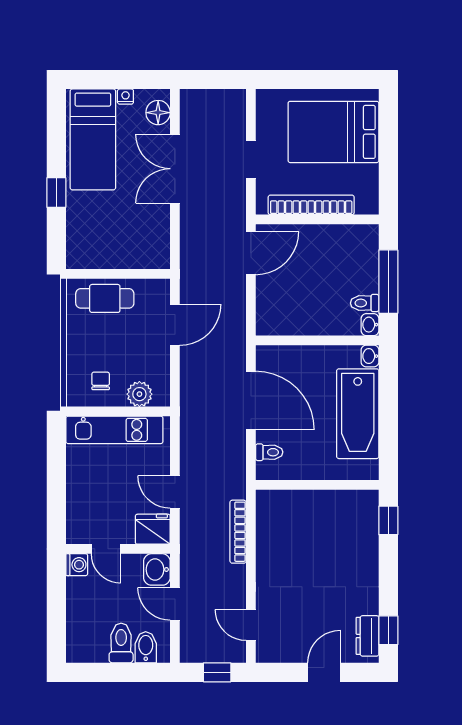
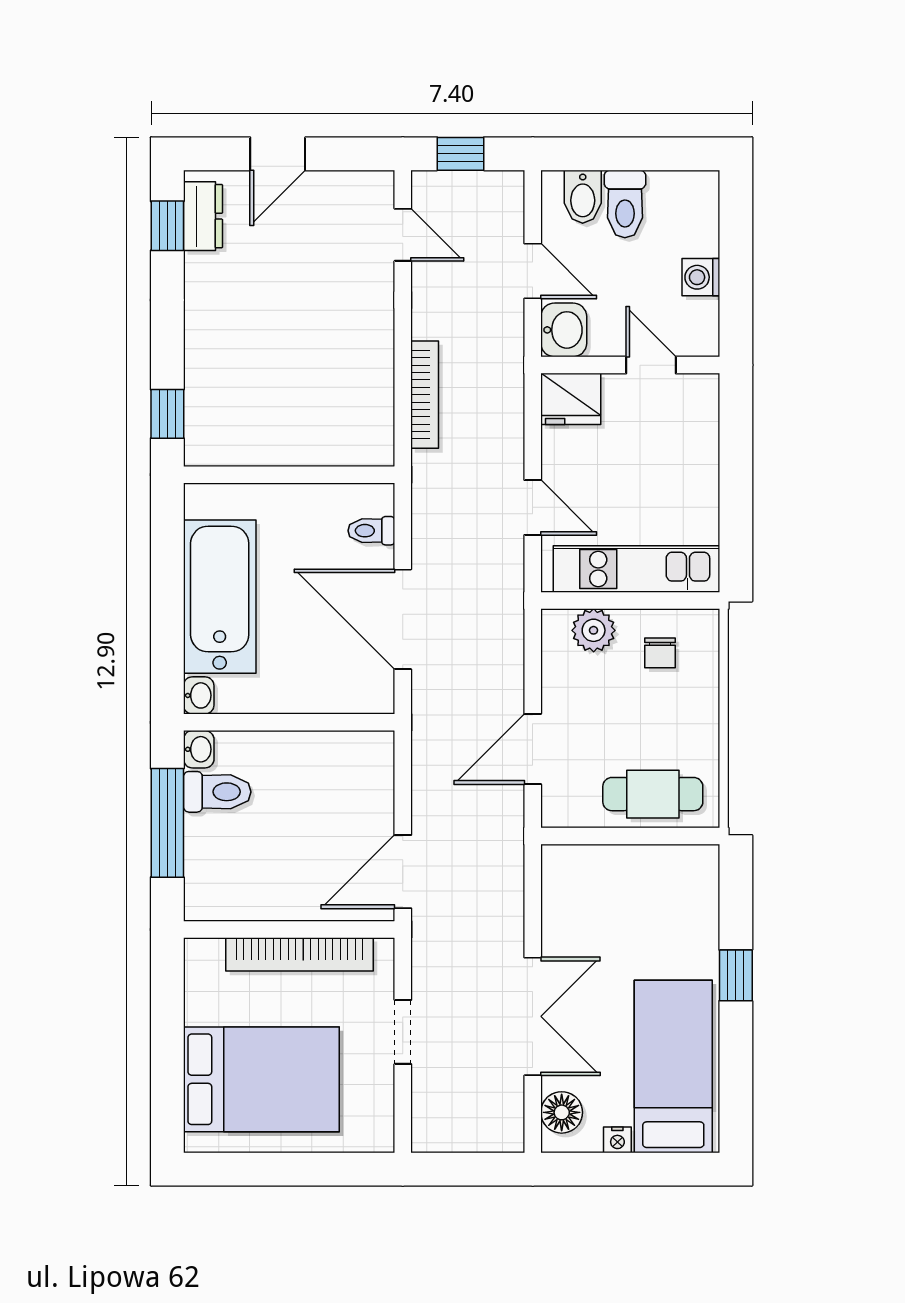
toilet: (365, 303) -> (217, 792), width x1.37, depth x1.39
door: (175, 492) -> (533, 508), moved
washing machine: (77, 565) -> (701, 277), moved

